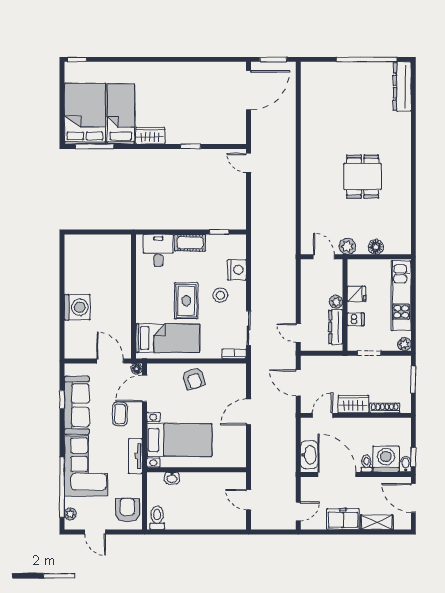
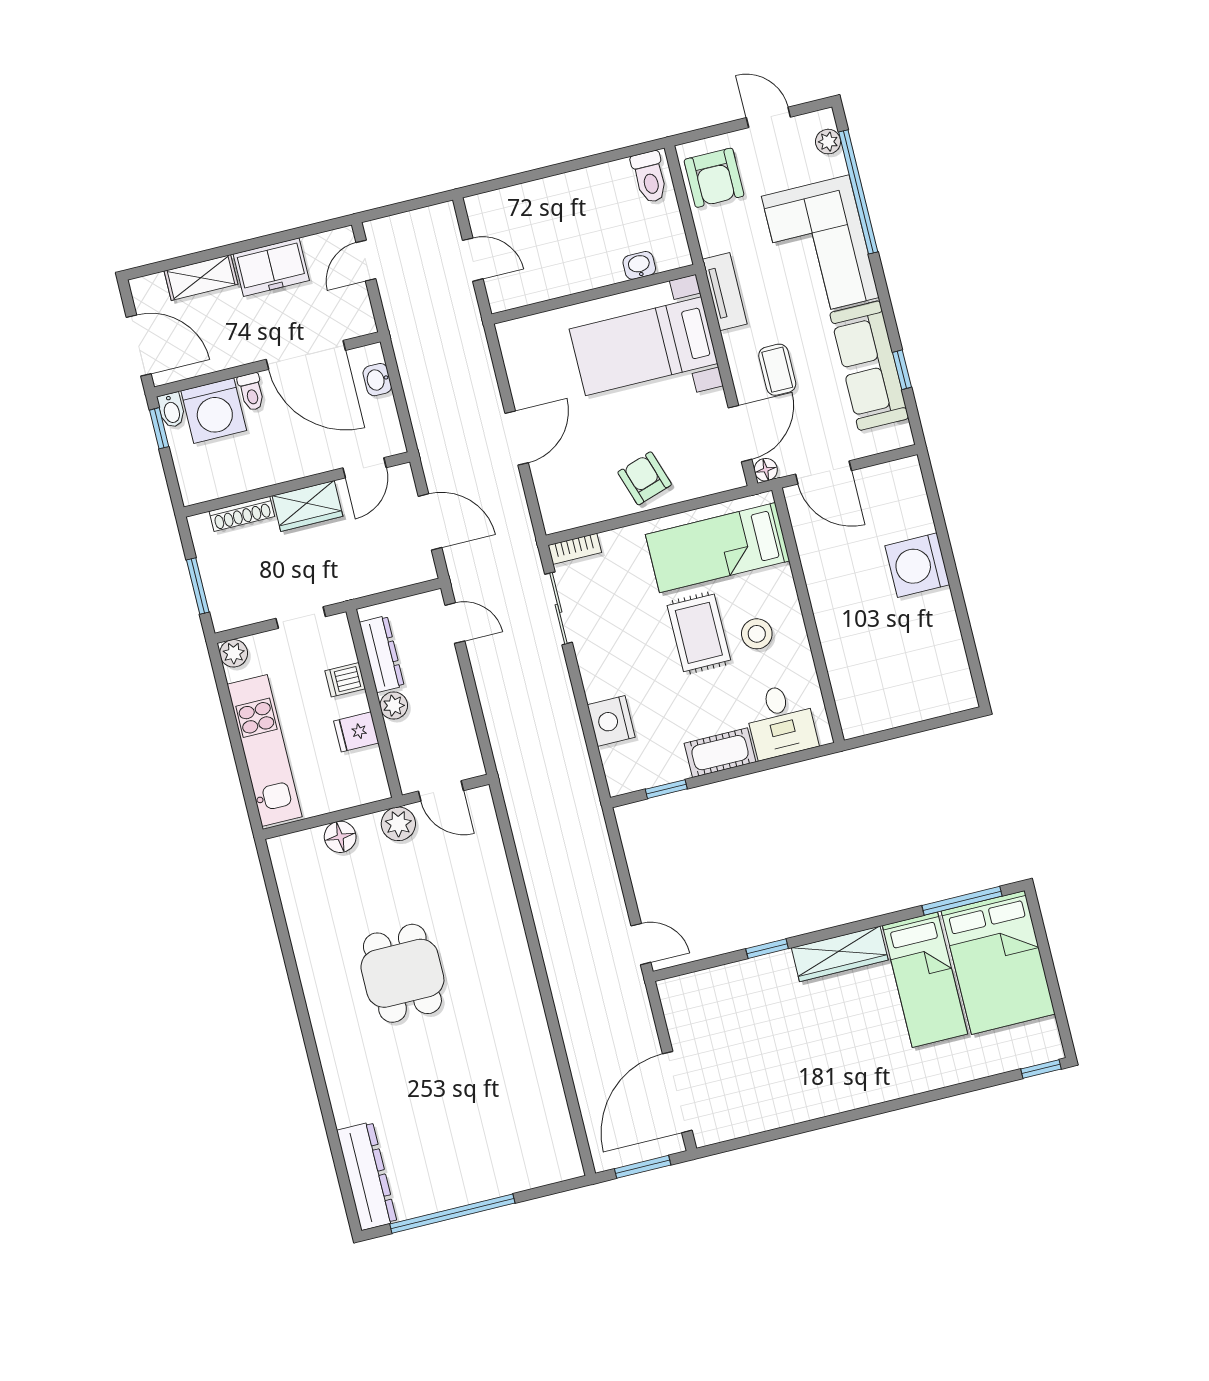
wardrobe: (150, 136) -> (840, 954), width x1.50
stool: (220, 295) -> (757, 634), moved
washbasin: (309, 455) -> (377, 380), width x0.52, depth x0.69

